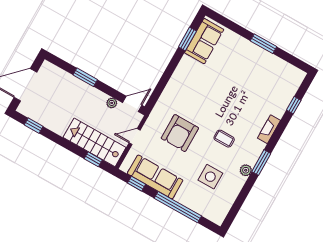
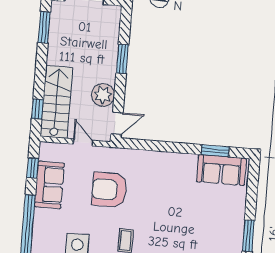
plant: (112, 103) -> (103, 95), width x1.87, depth x1.87
door: (132, 104) -> (117, 123), hinge flipped
window: (34, 126) -> (44, 27), width x1.50
sofa: (155, 177) -> (49, 185), width x0.73

